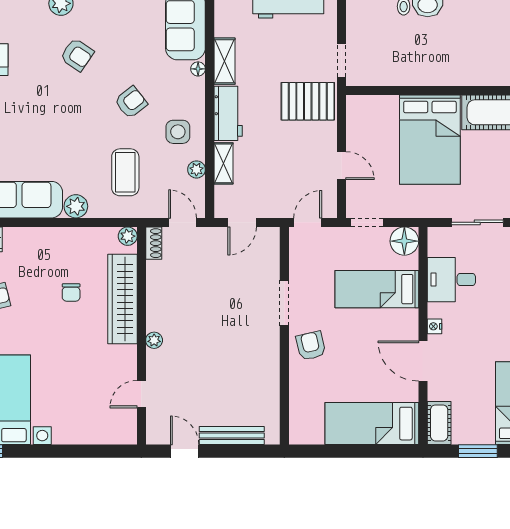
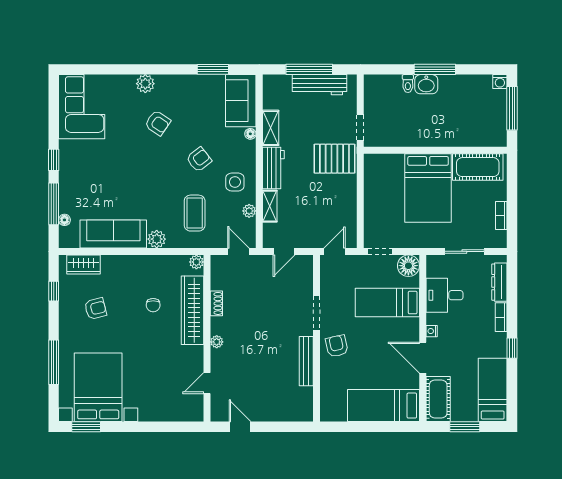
door: (342, 166) -> (360, 208), removed
shoe rack: (154, 243) -> (216, 303), moved
cot: (439, 423) -> (438, 399), width x1.37, depth x1.34
bench: (232, 435) -> (306, 361), moved, turned 90

